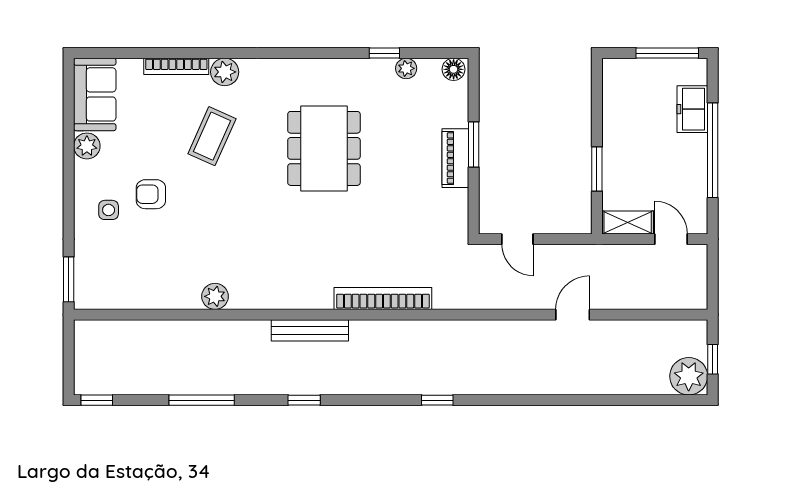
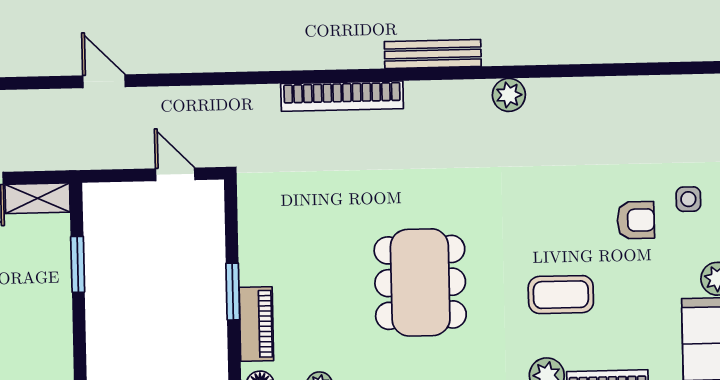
coffee table: (212, 136) -> (561, 295), turned 66
piano: (455, 158) -> (256, 324), moved
plant: (215, 296) -> (509, 95), moved
door: (573, 315) -> (104, 81), swing flipped

